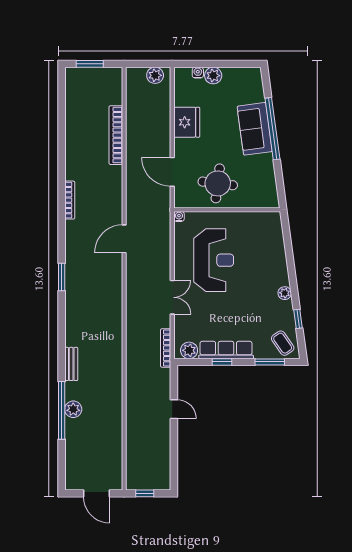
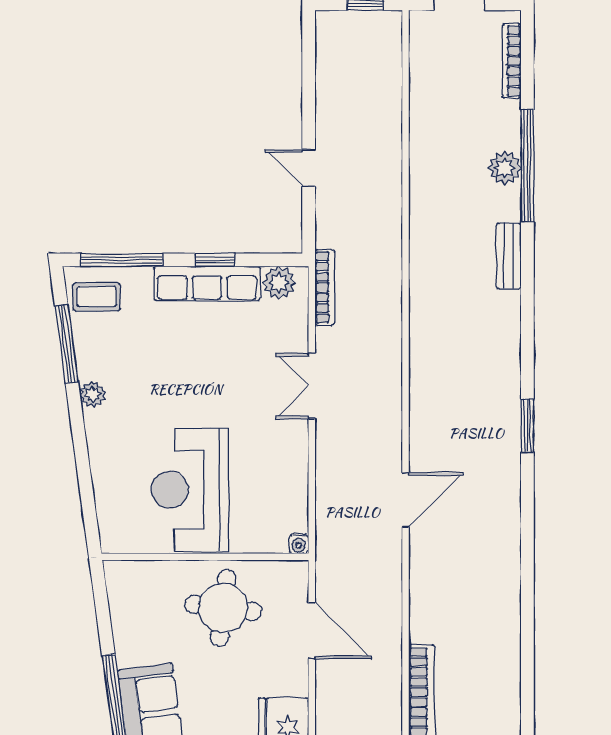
bookcase: (70, 200) -> (512, 61), moved
reception desk: (214, 260) -> (190, 490), moved
window: (298, 319) -> (67, 344), width x2.17
coffee table: (283, 343) -> (97, 297), turned -55
window: (270, 362) -> (122, 260), width x1.44

